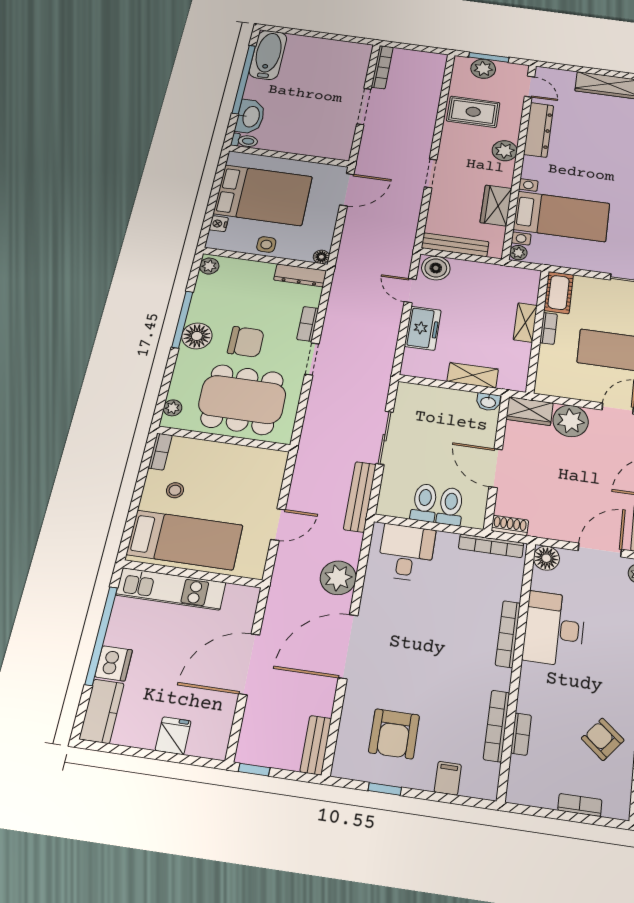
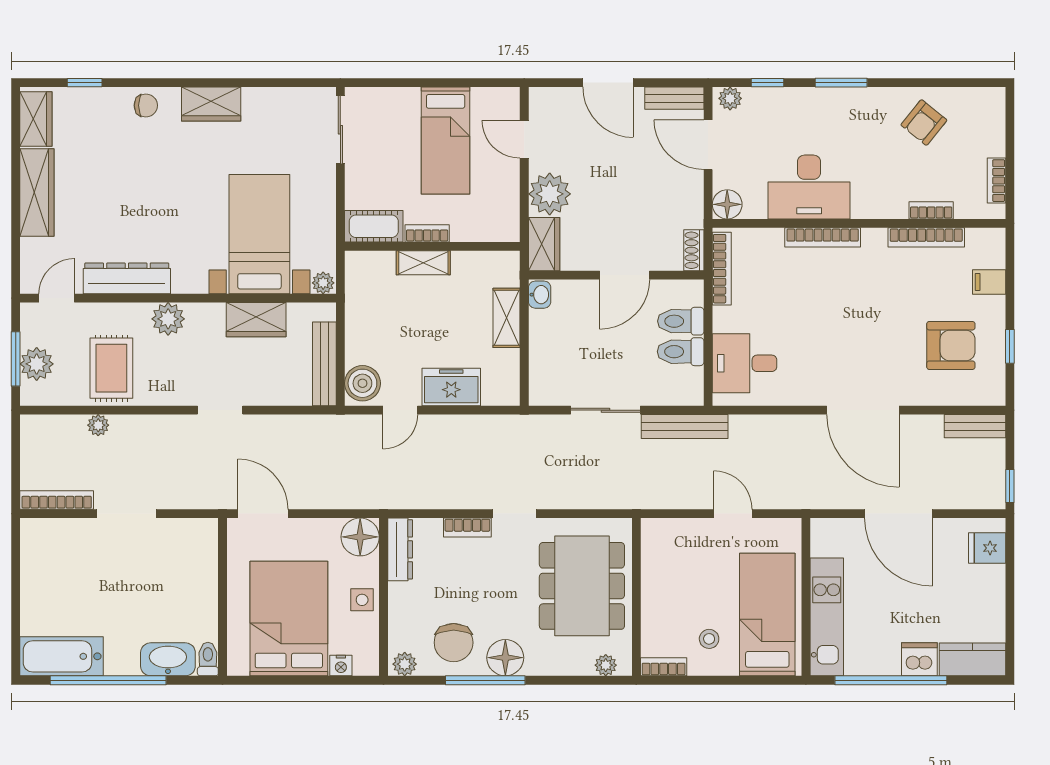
floor lamp: (321, 257) -> (360, 537), width x1.89, depth x1.89
chair: (246, 342) -> (454, 643), moved, turned 180
plant: (338, 578) -> (98, 425), moved, width x0.53, depth x0.53
fridge: (173, 736) -> (987, 548), moved
bookcase: (580, 805) -> (996, 181), moved

